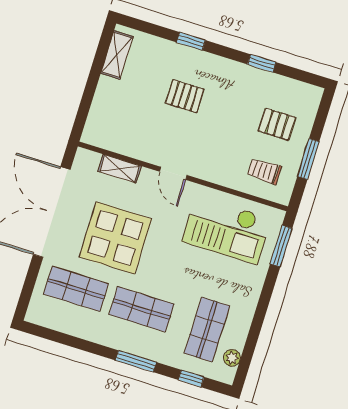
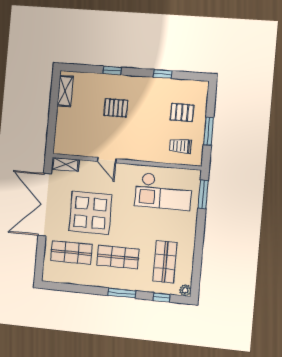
shelving: (120, 169) -> (65, 164), moved
door: (173, 173) -> (107, 160), moved
plant: (232, 358) -> (185, 290), moved

